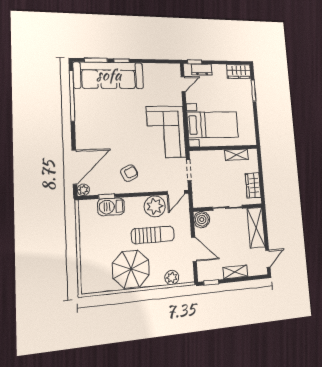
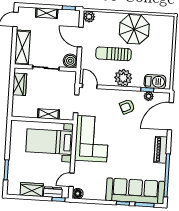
floor lamp: (174, 69) -> (78, 194), added
wardrobe: (239, 71) -> (32, 190), moved
piano: (83, 126) -> (161, 150), added
shelving: (236, 155) -> (48, 114), moved
plant: (83, 190) -> (149, 96), moved
door: (176, 192) -> (90, 86), hinge flipped
plant: (155, 206) -> (123, 78), moved
barbecue: (111, 207) -> (155, 82), moved
plant: (172, 277) -> (89, 17), moved

